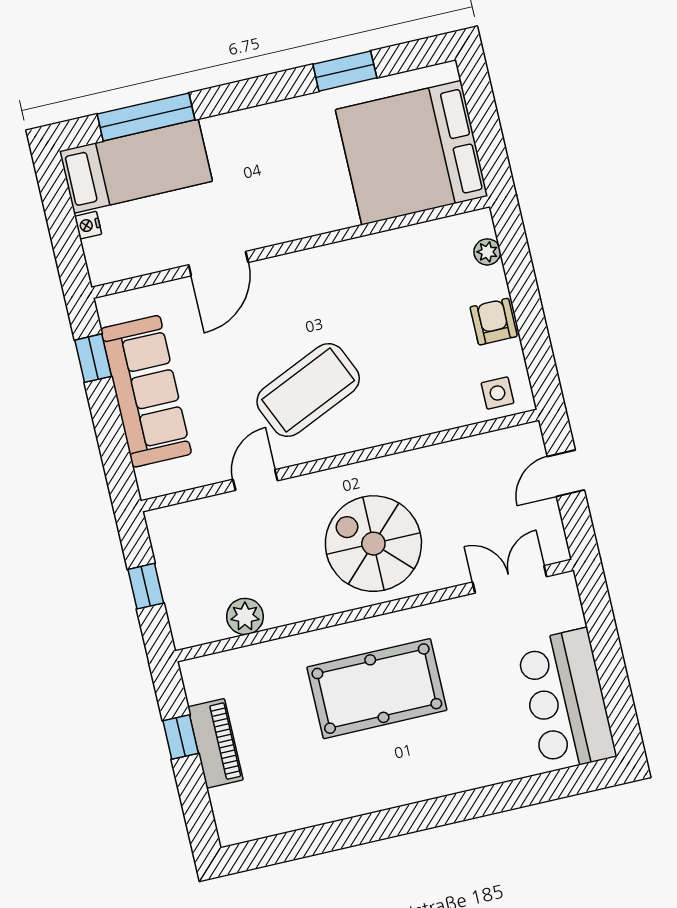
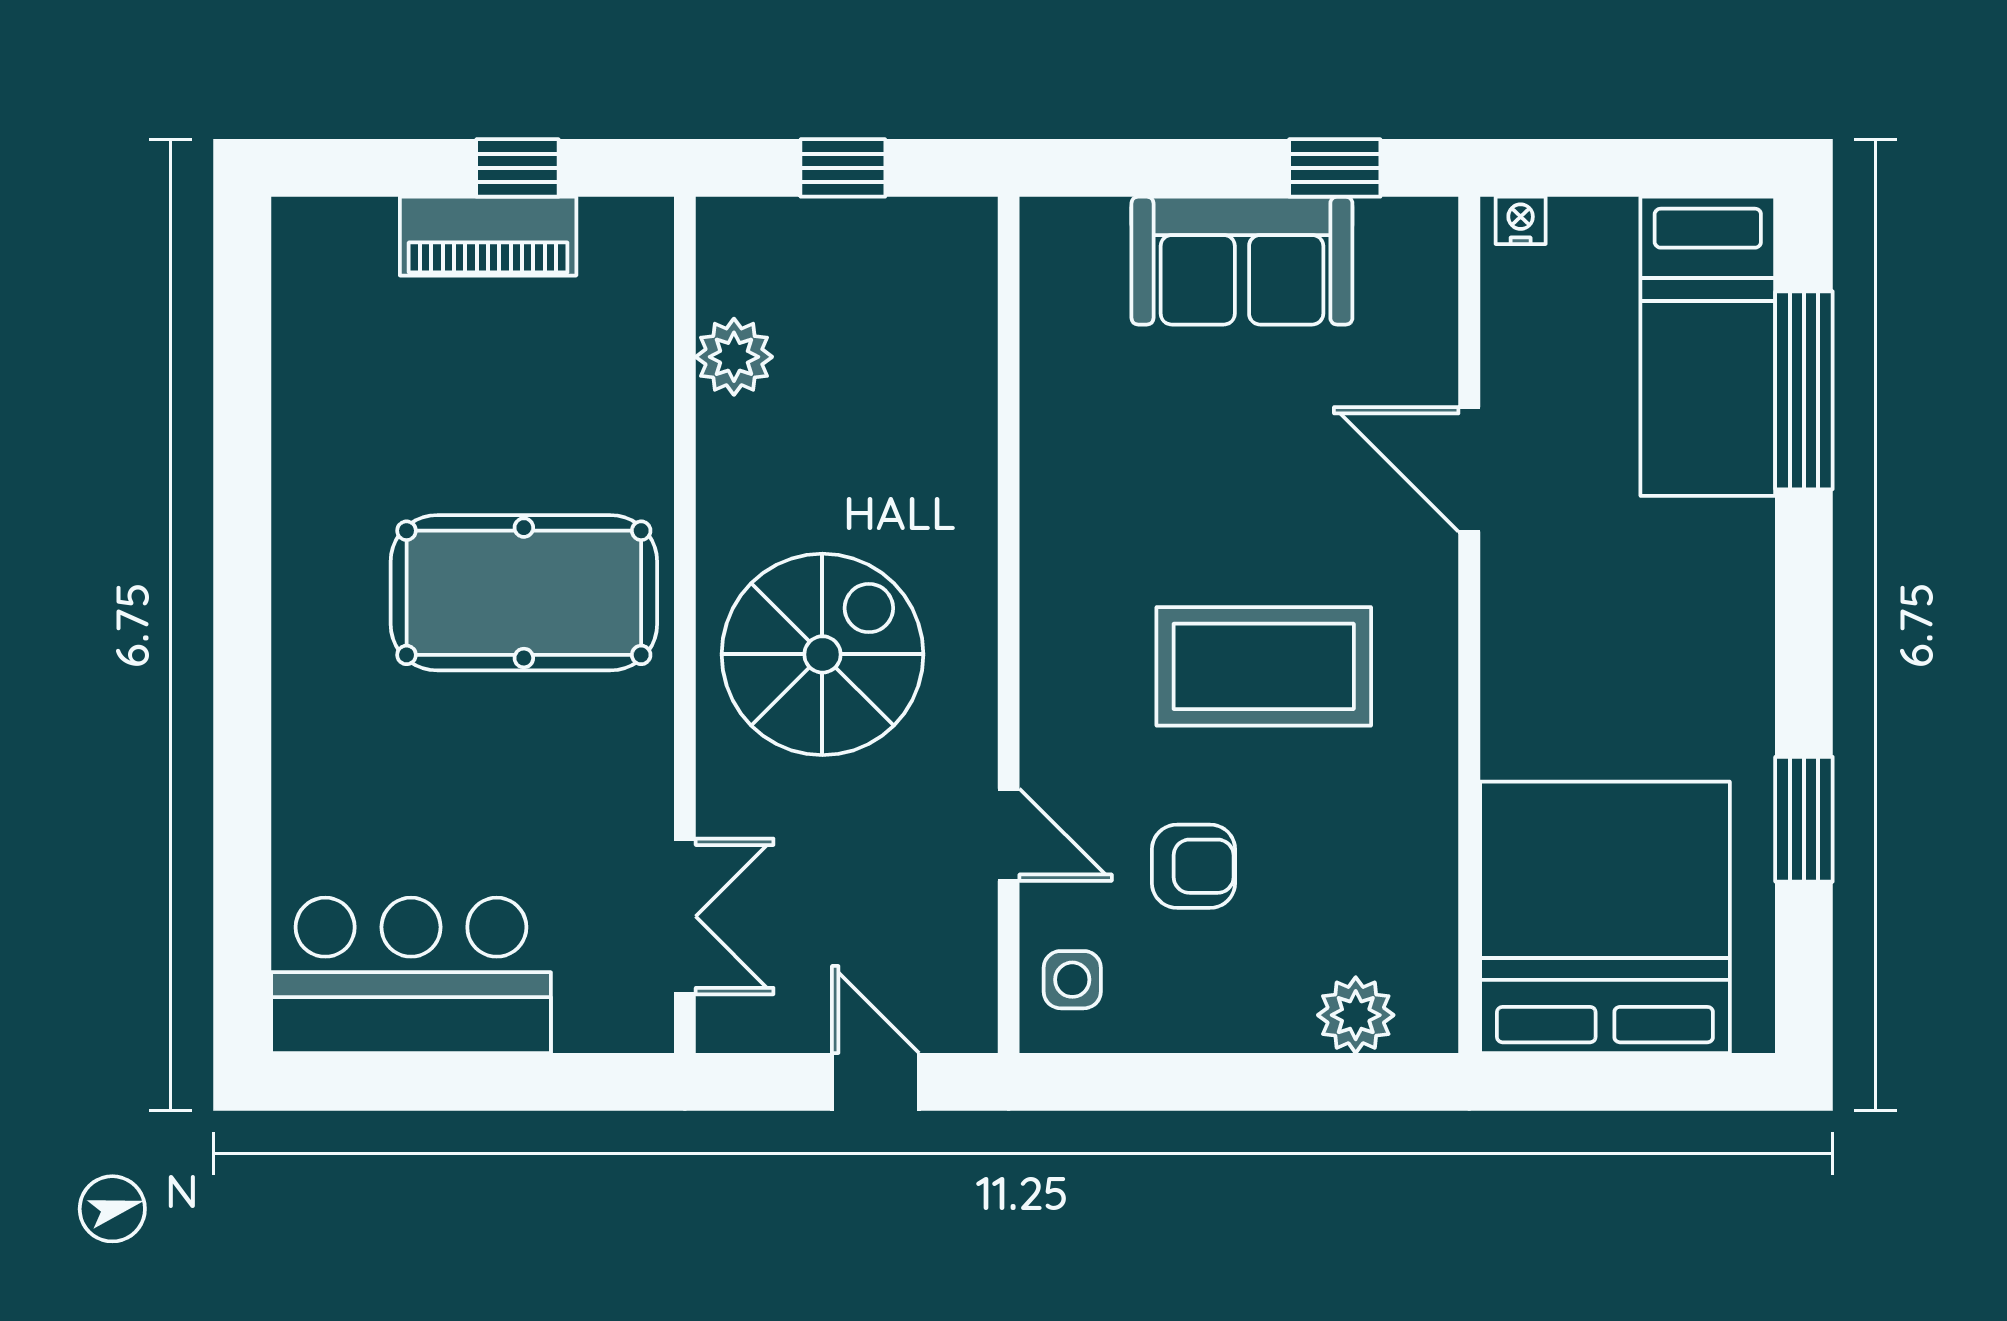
nightstand: (88, 225) -> (1521, 220), moved
plant: (487, 252) -> (1356, 1015), width x1.38, depth x1.38
armchair: (494, 322) -> (1194, 866), moved
coffee table: (308, 390) -> (1264, 666), moved, turned -66
sofa: (146, 391) -> (1242, 261), width x0.73
door: (255, 480) -> (1009, 835), moved
pool table: (377, 689) -> (524, 593), turned 90

